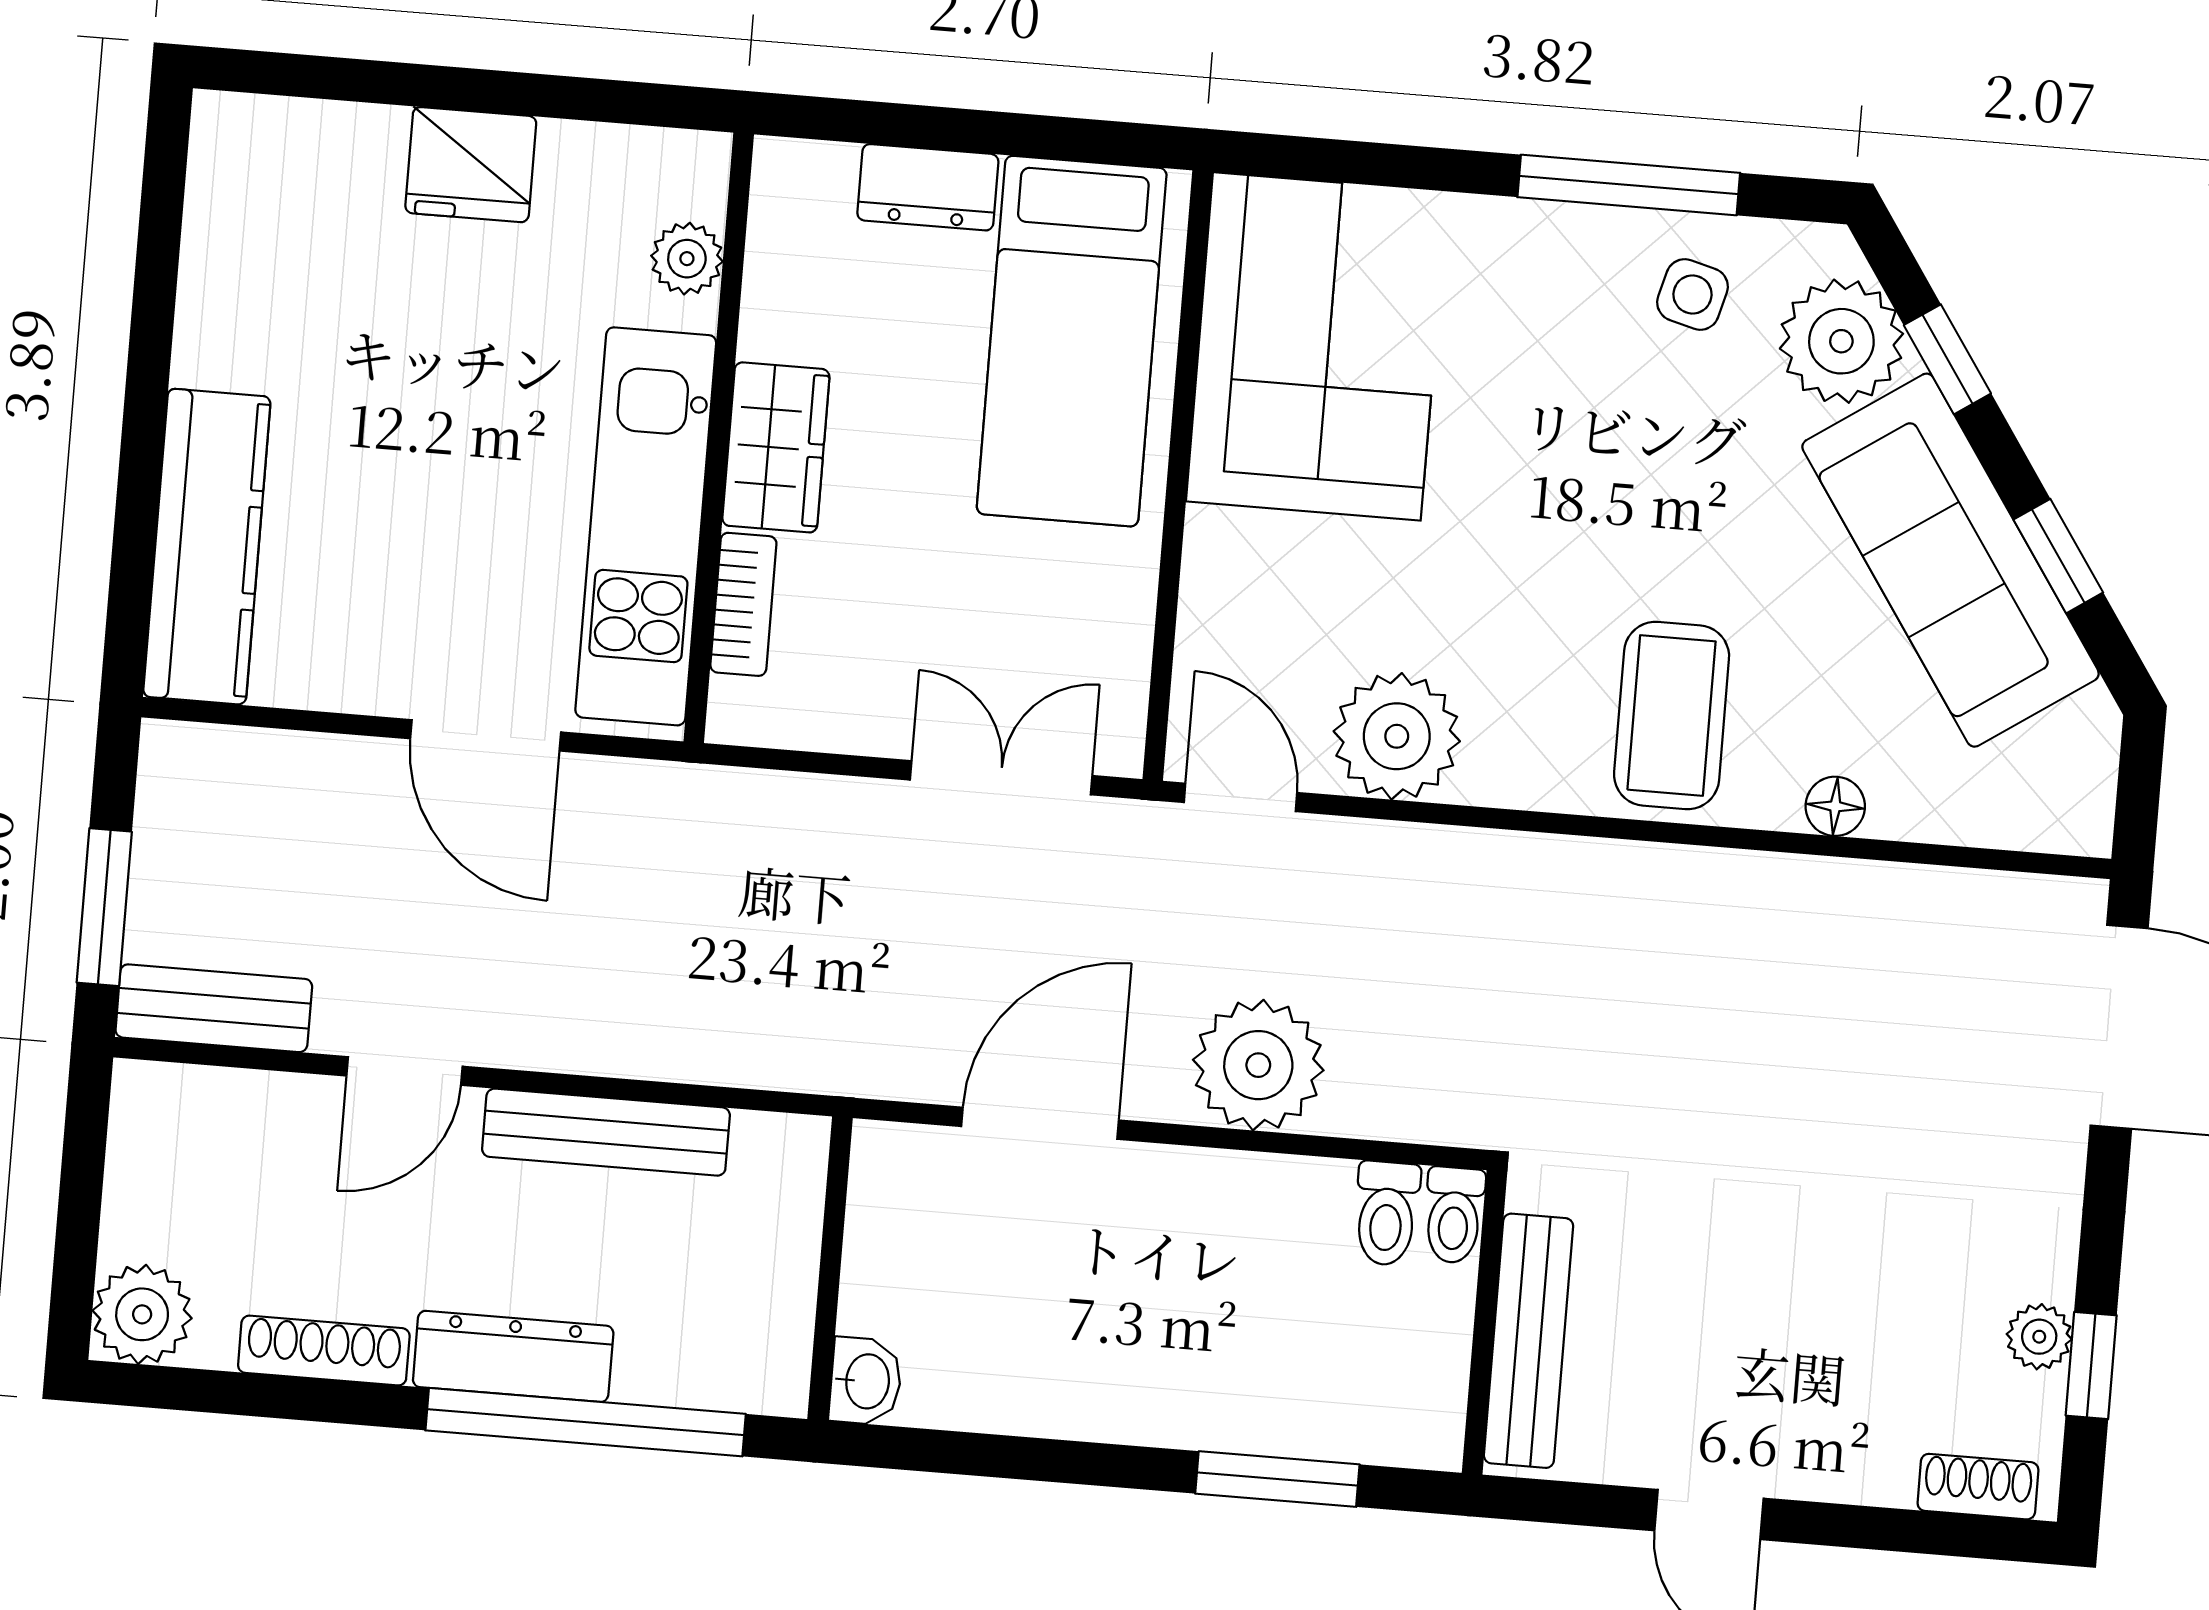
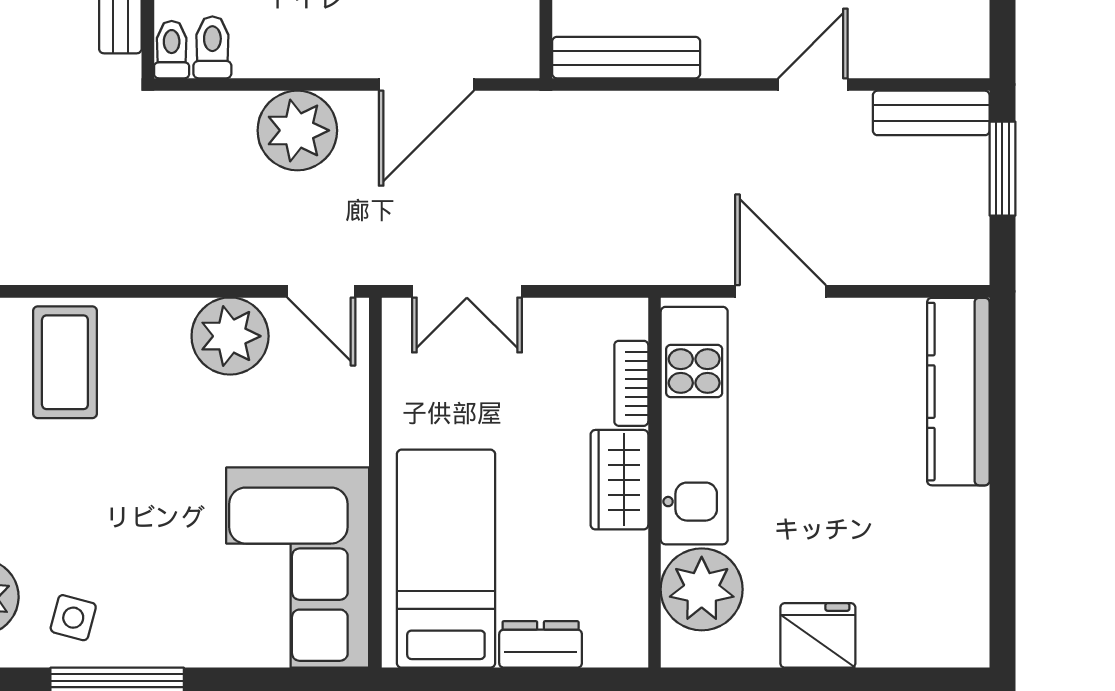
plant: (687, 259) -> (702, 589), width x1.87, depth x1.87
bench: (606, 1132) -> (626, 58), moved

